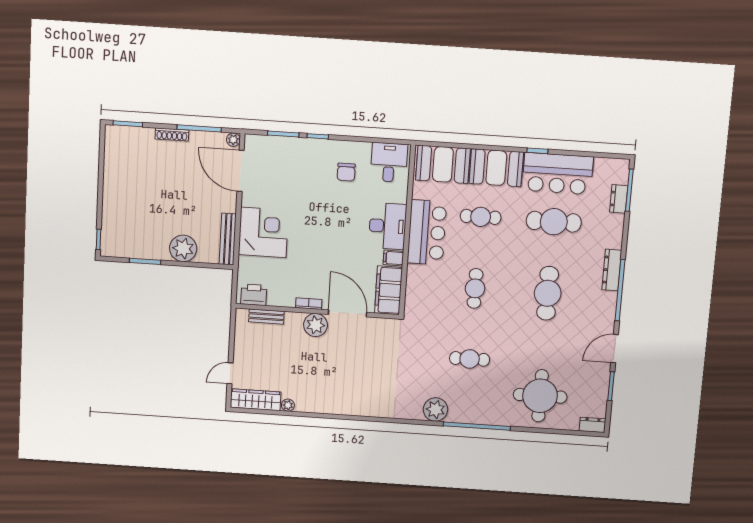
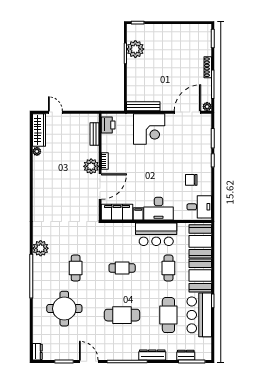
plant: (183, 248) -> (135, 49), moved
dresser: (612, 270) -> (152, 355), moved
round table: (540, 396) -> (64, 309), moved

